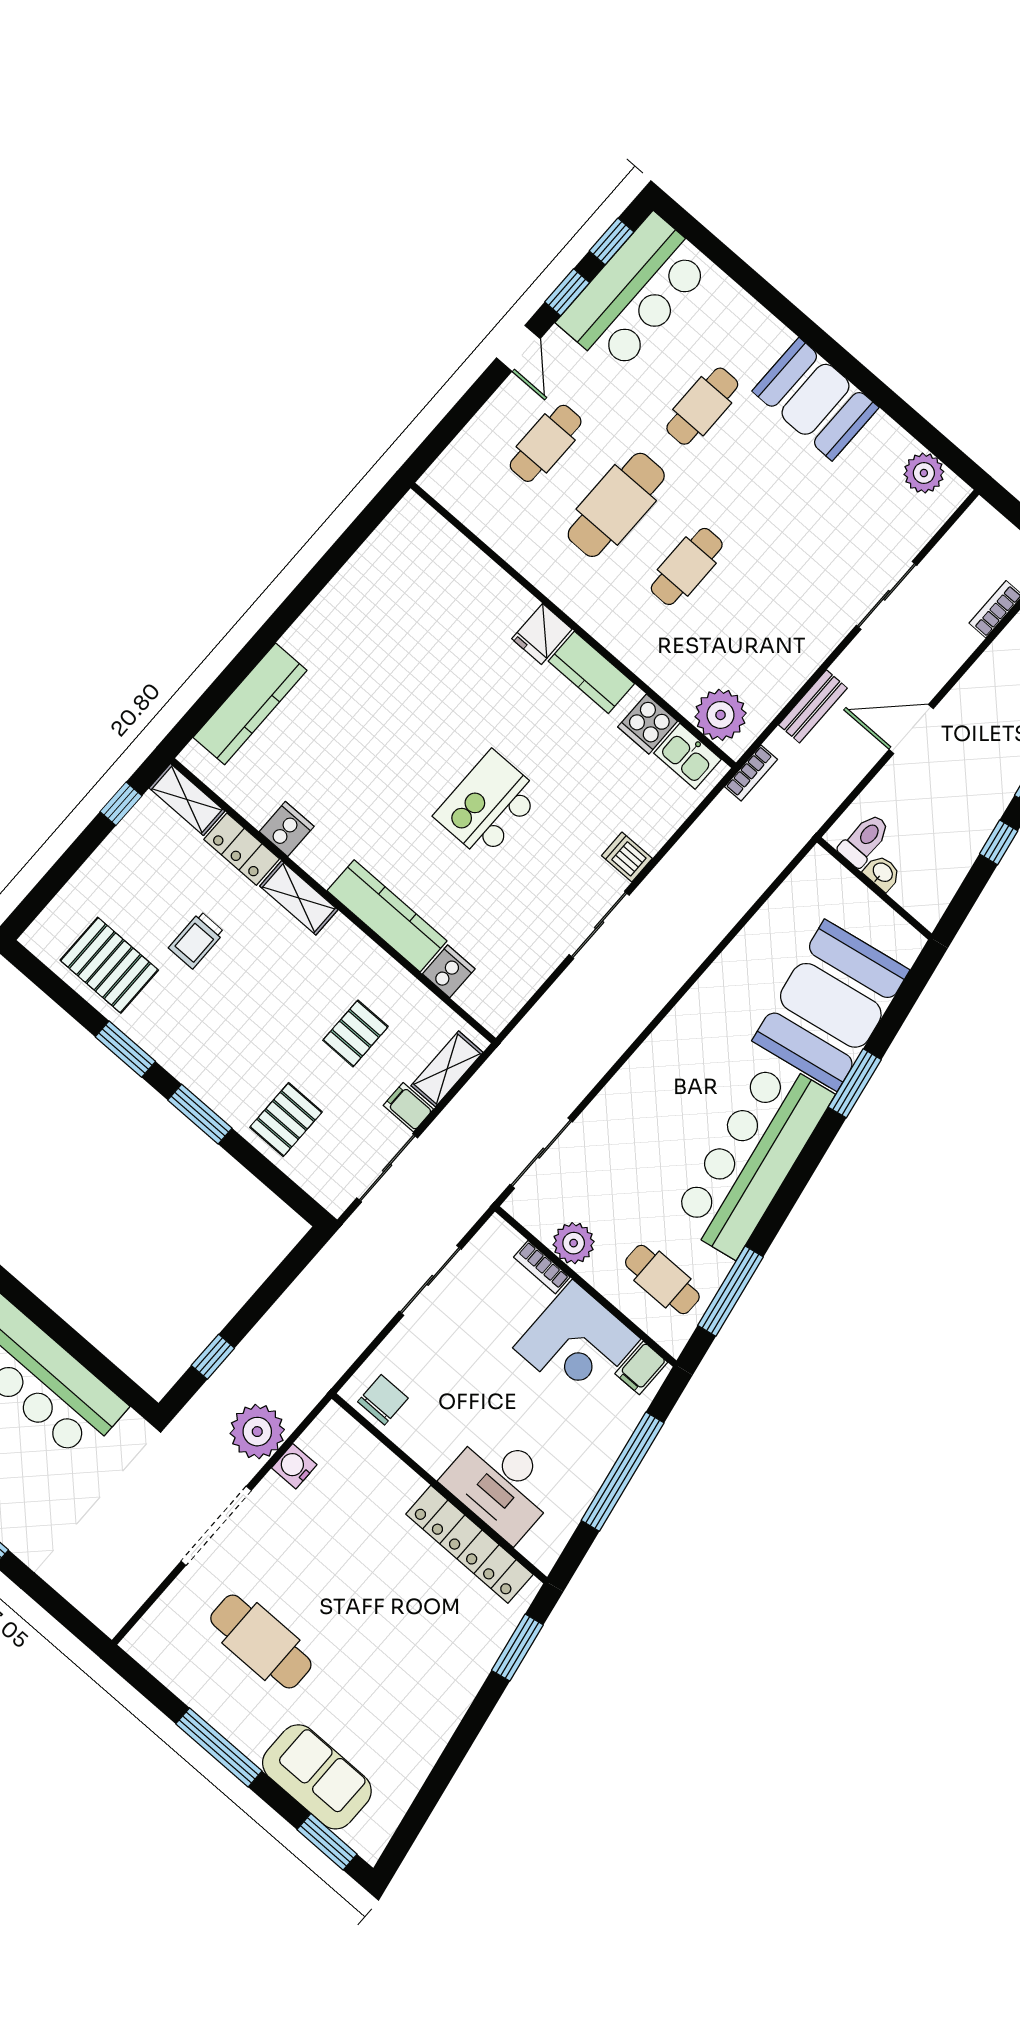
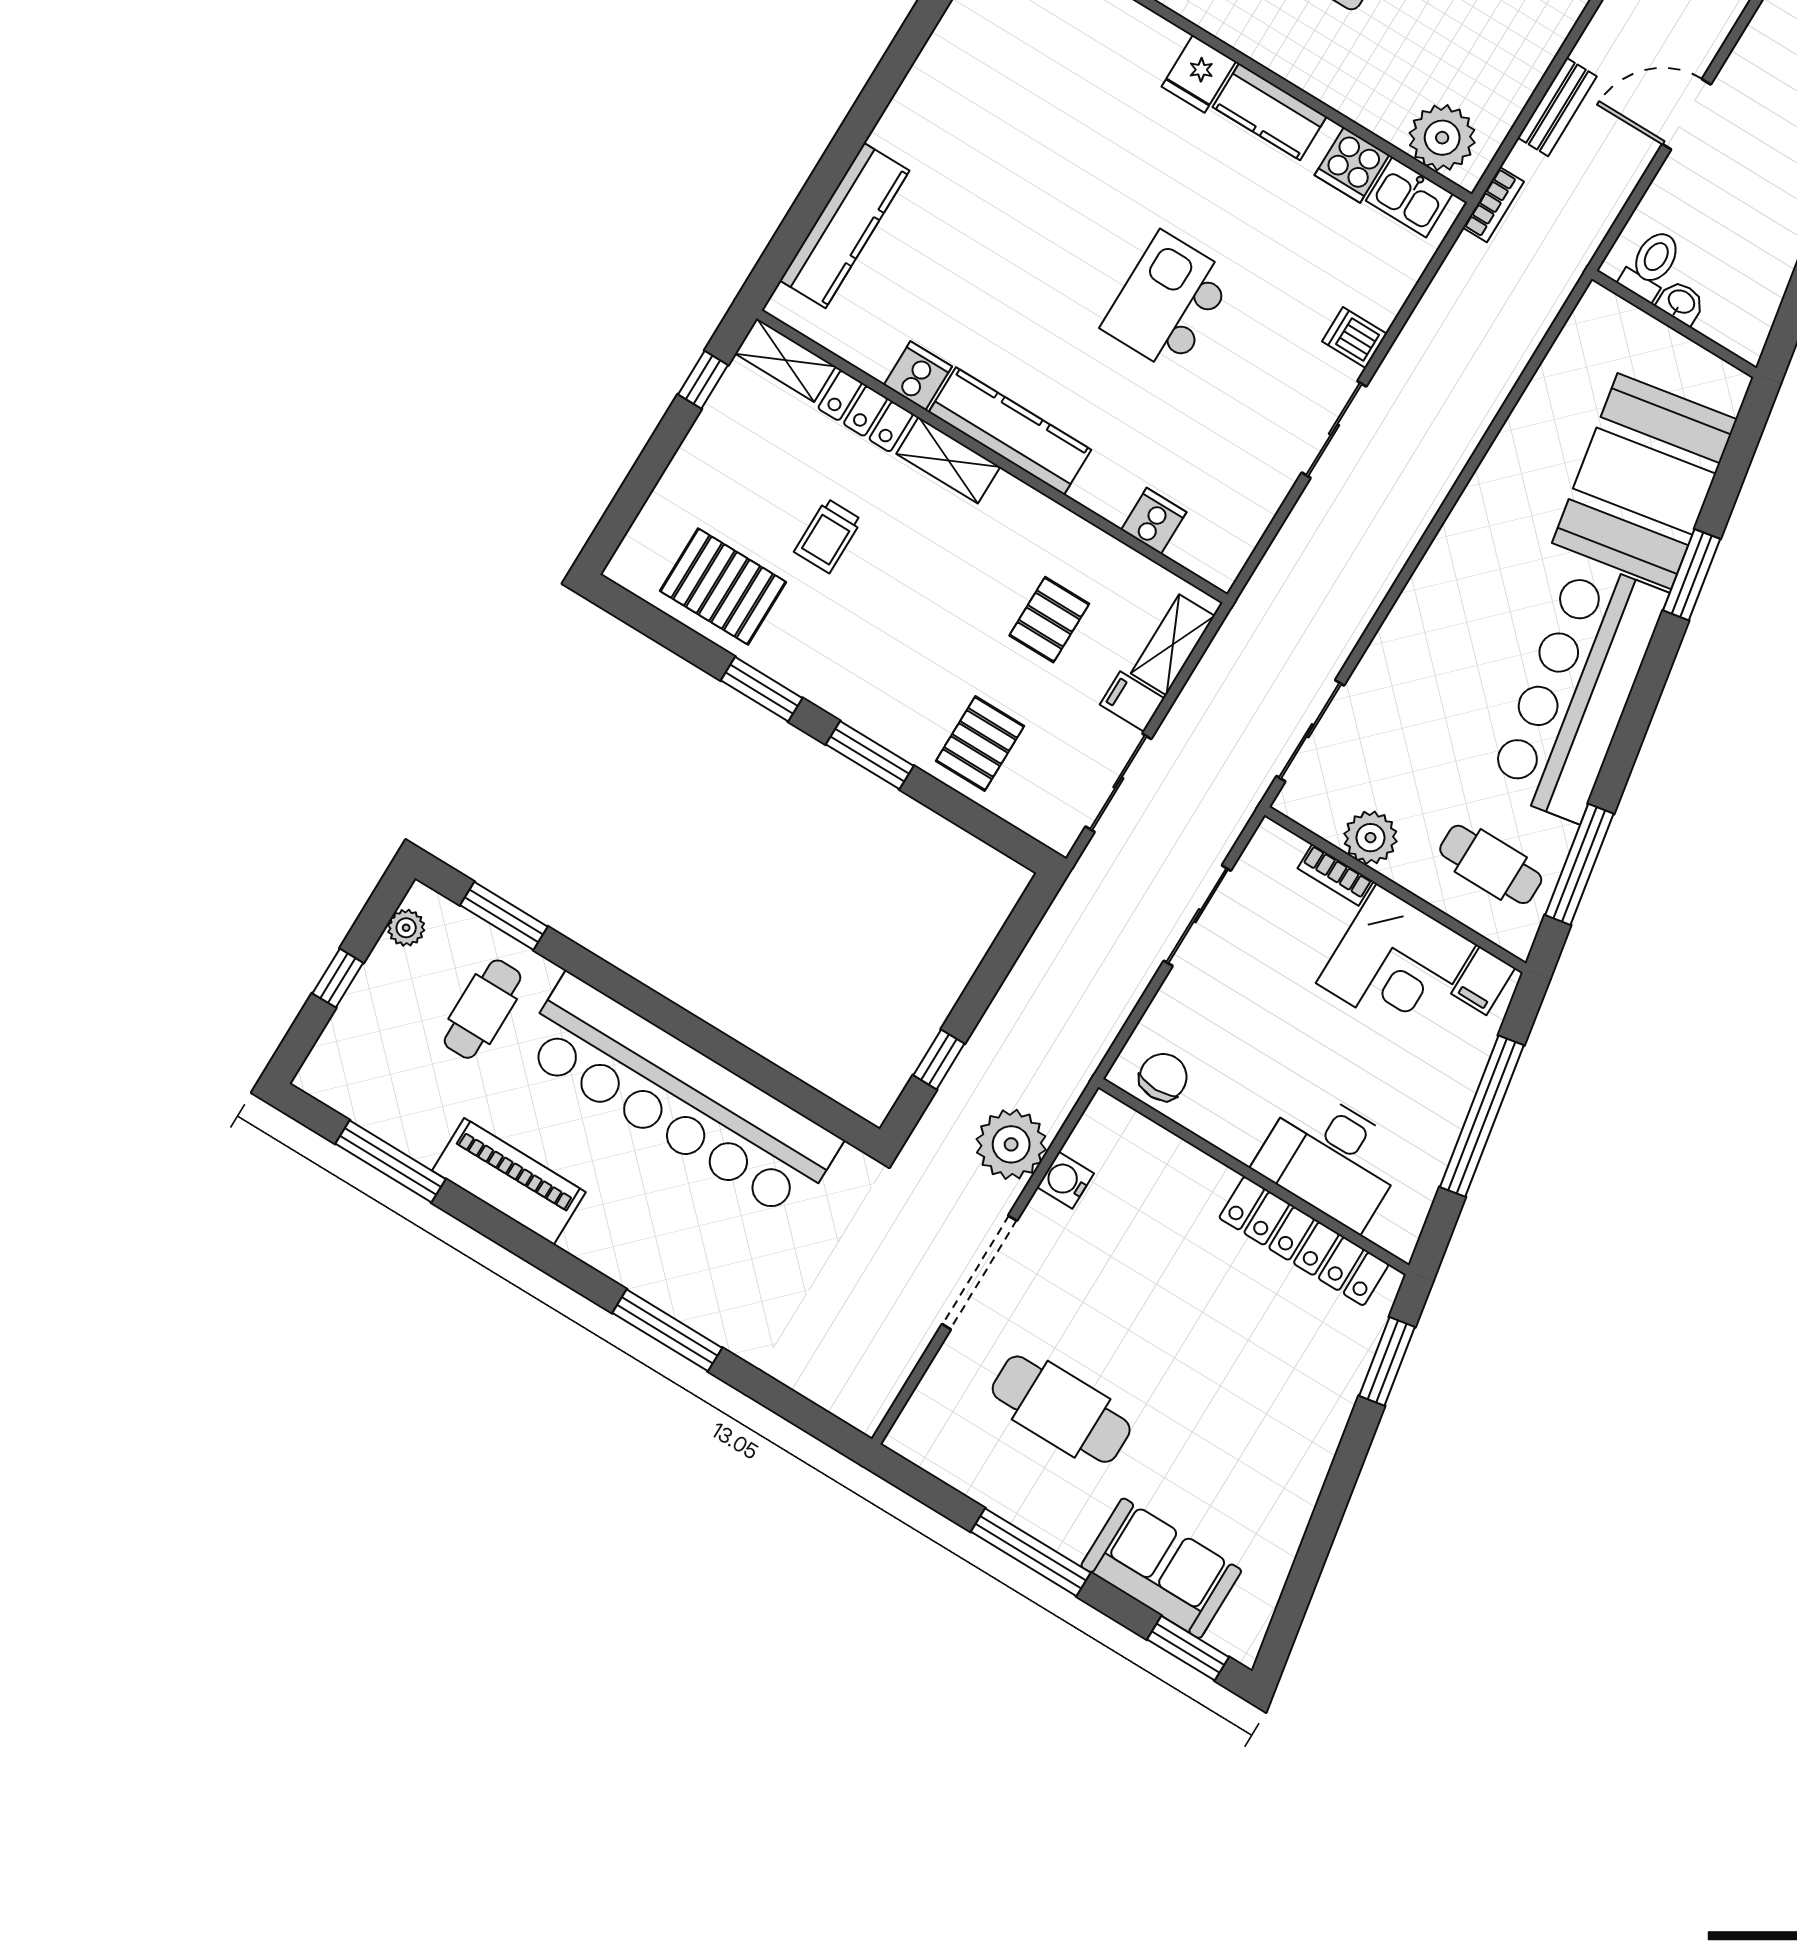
kitchen counter: (387, 916) -> (1010, 431), moved

